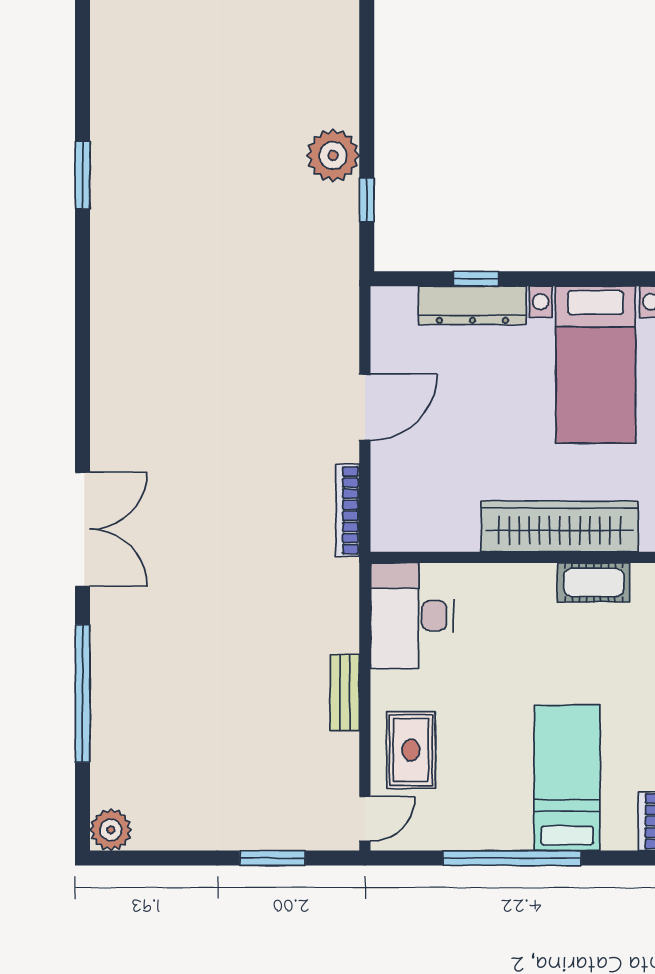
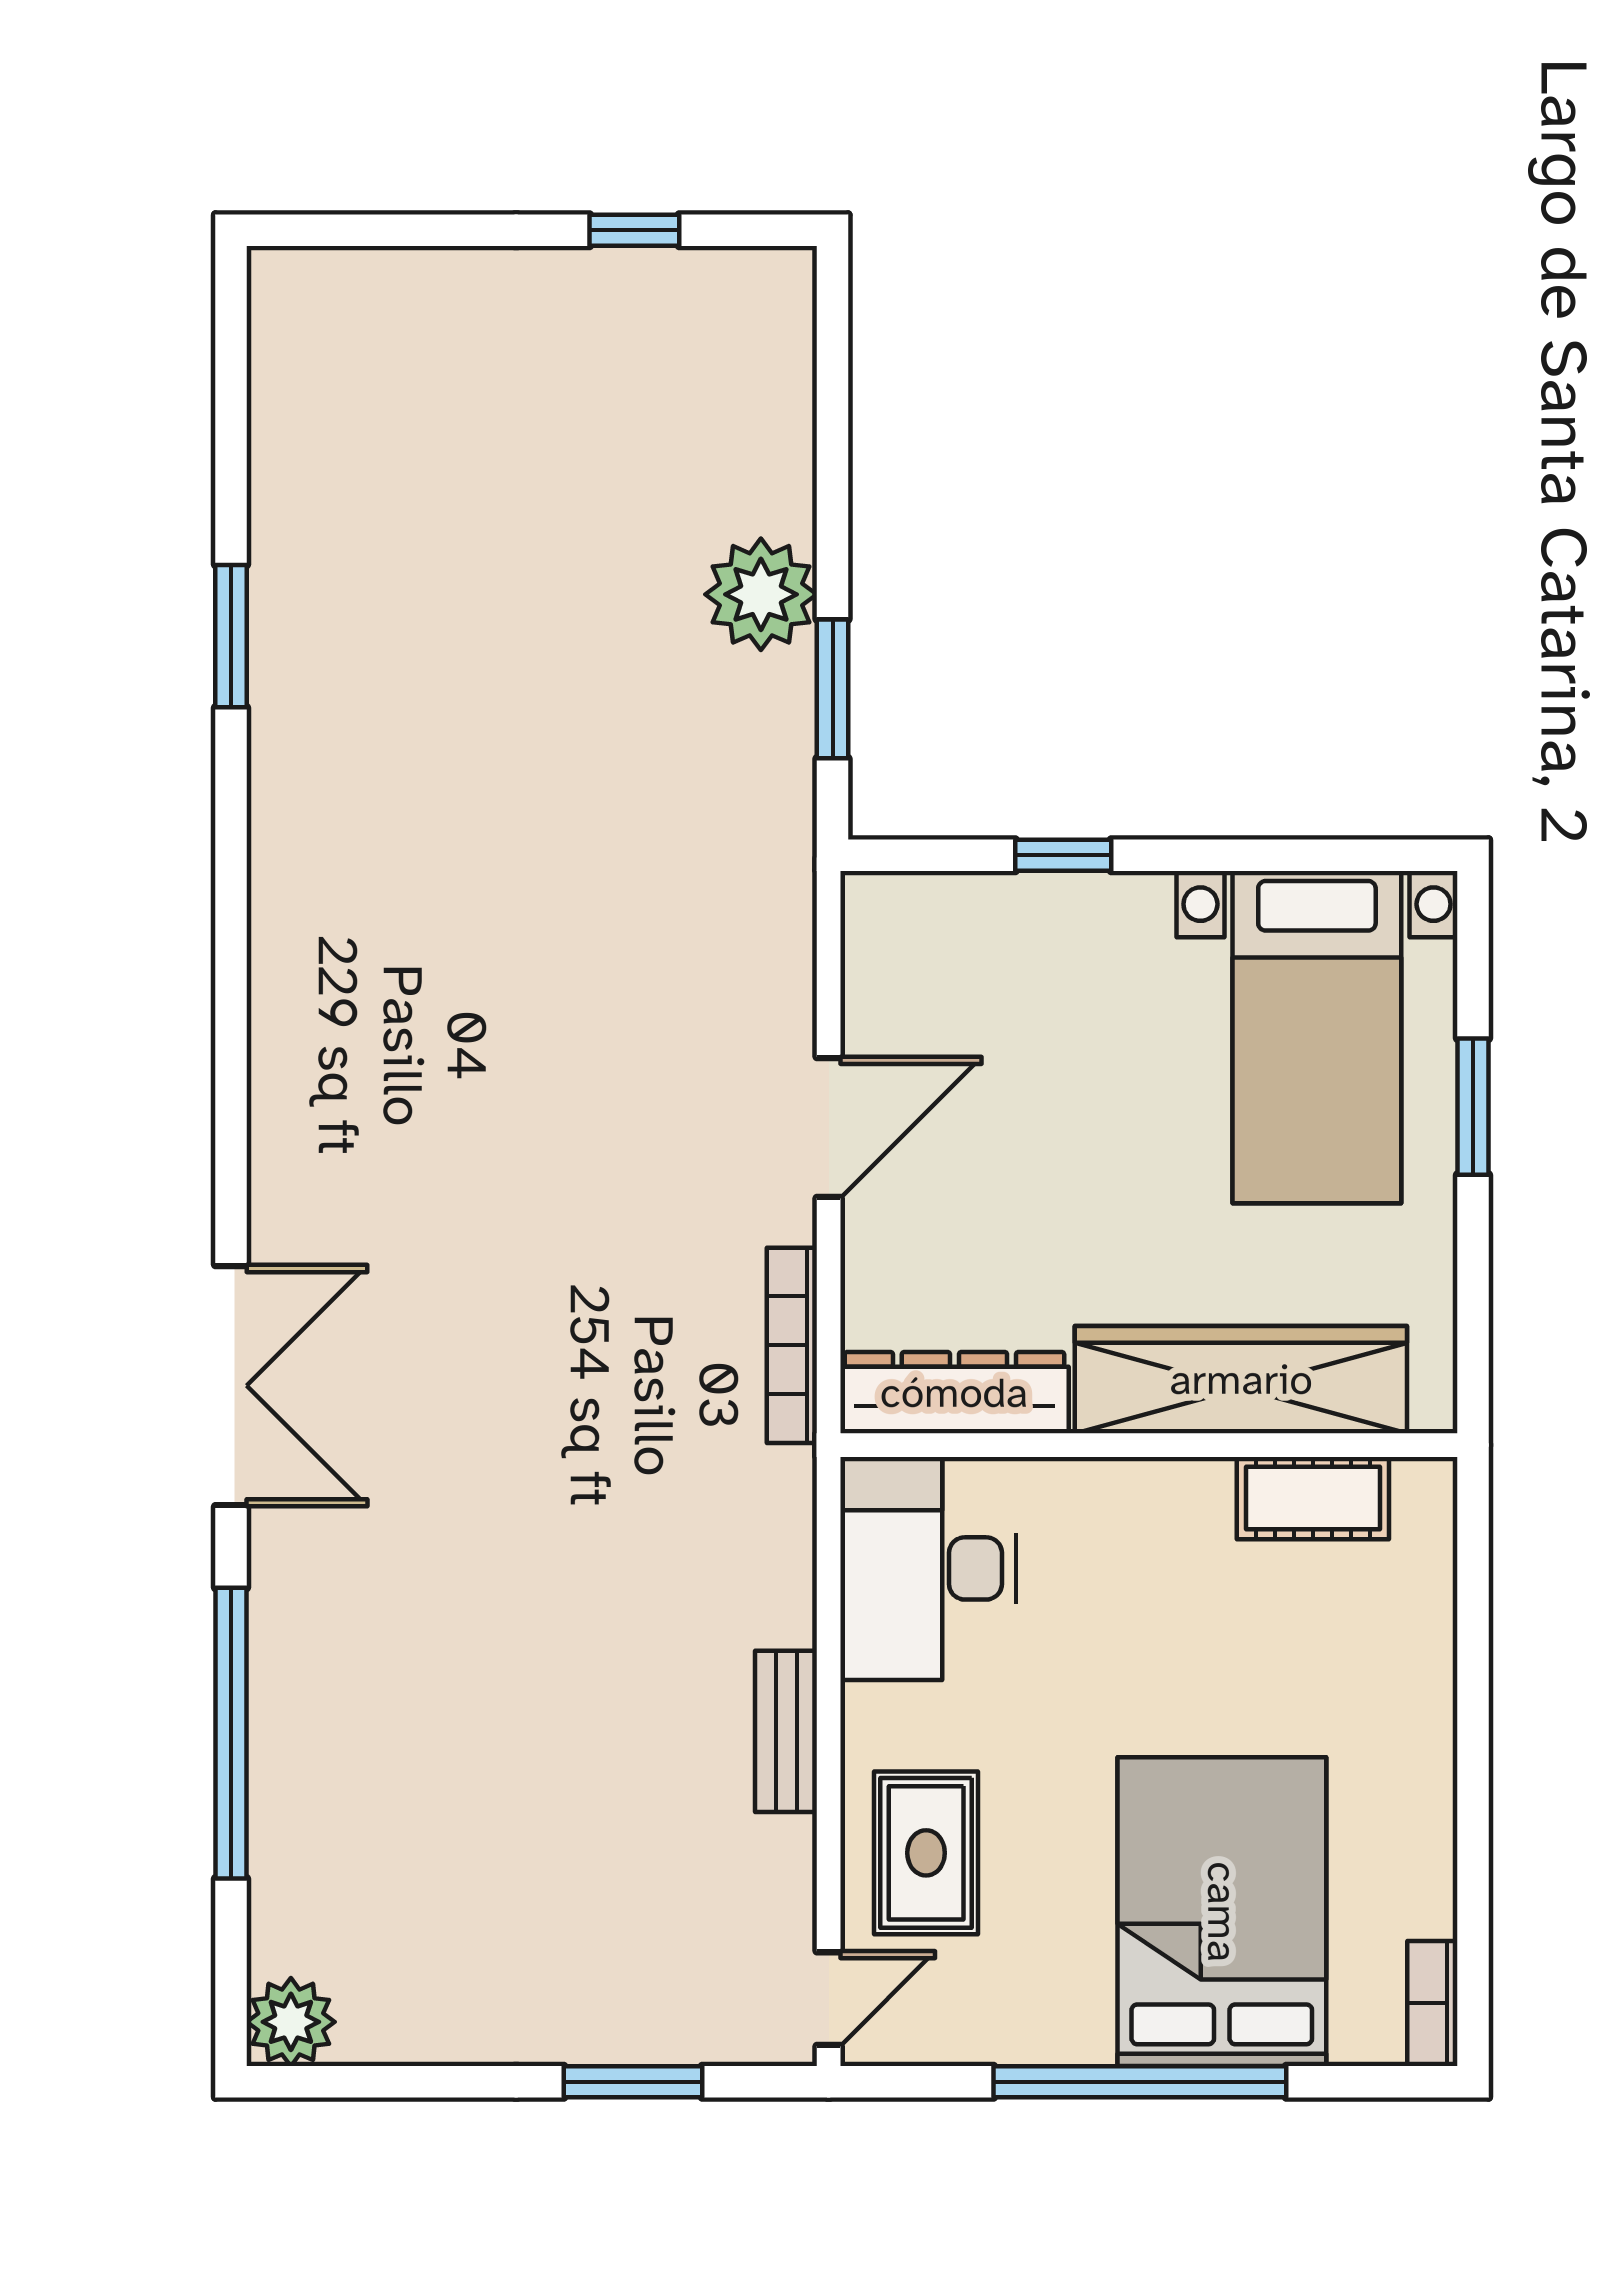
window: (367, 200) -> (833, 689), width x1.50
dresser: (472, 305) -> (954, 1393), moved, turned 180
bed: (567, 778) -> (1222, 1912), width x1.50

